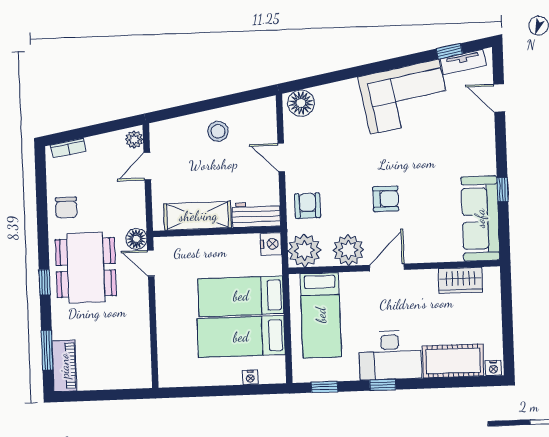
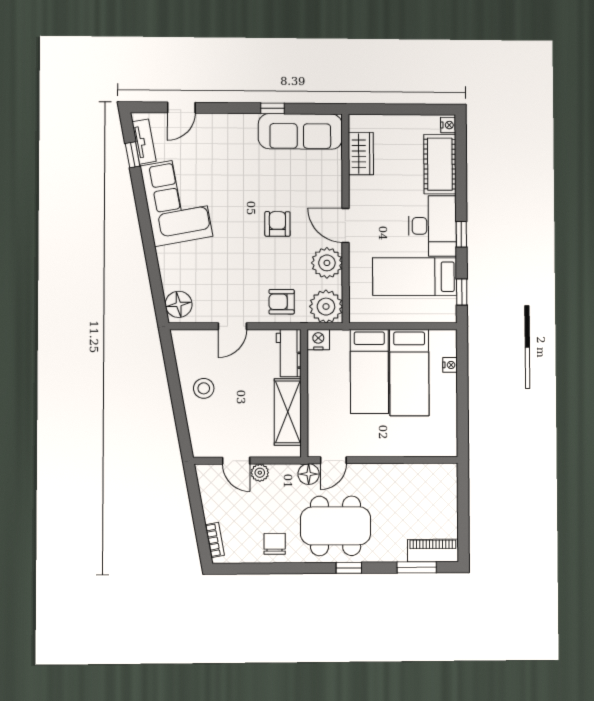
plant: (134, 139) -> (260, 473), moved
chair: (66, 208) -> (275, 544), turned -90
bed: (321, 315) -> (415, 277), moved, turned 180

